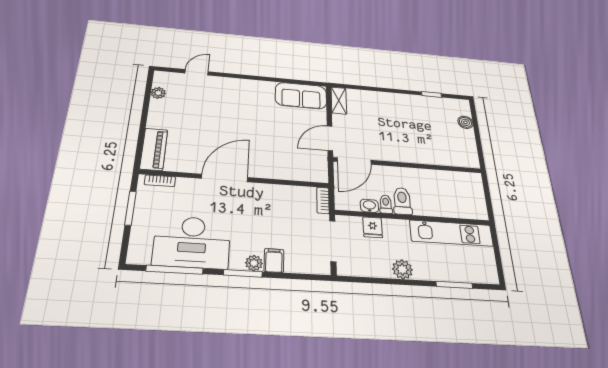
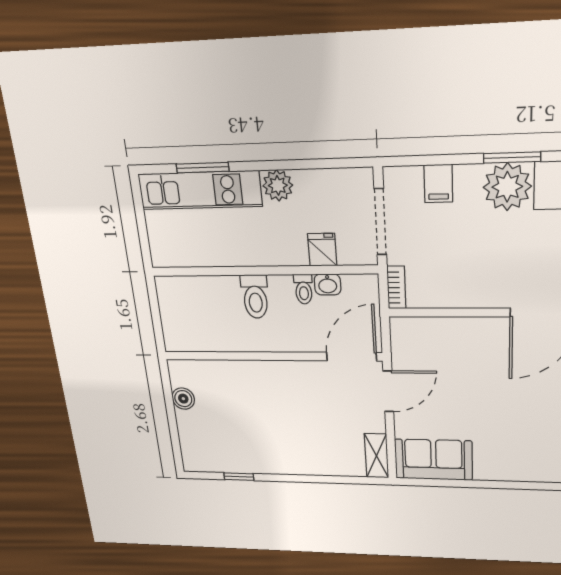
boiler: (465, 122) -> (183, 399), moved
toilet: (402, 201) -> (255, 297), moved
kitchen unit: (451, 233) -> (200, 190), moved, turned 180
filing cabinet: (274, 260) -> (438, 184), moved
plant: (254, 263) -> (507, 187), width x1.88, depth x1.88

